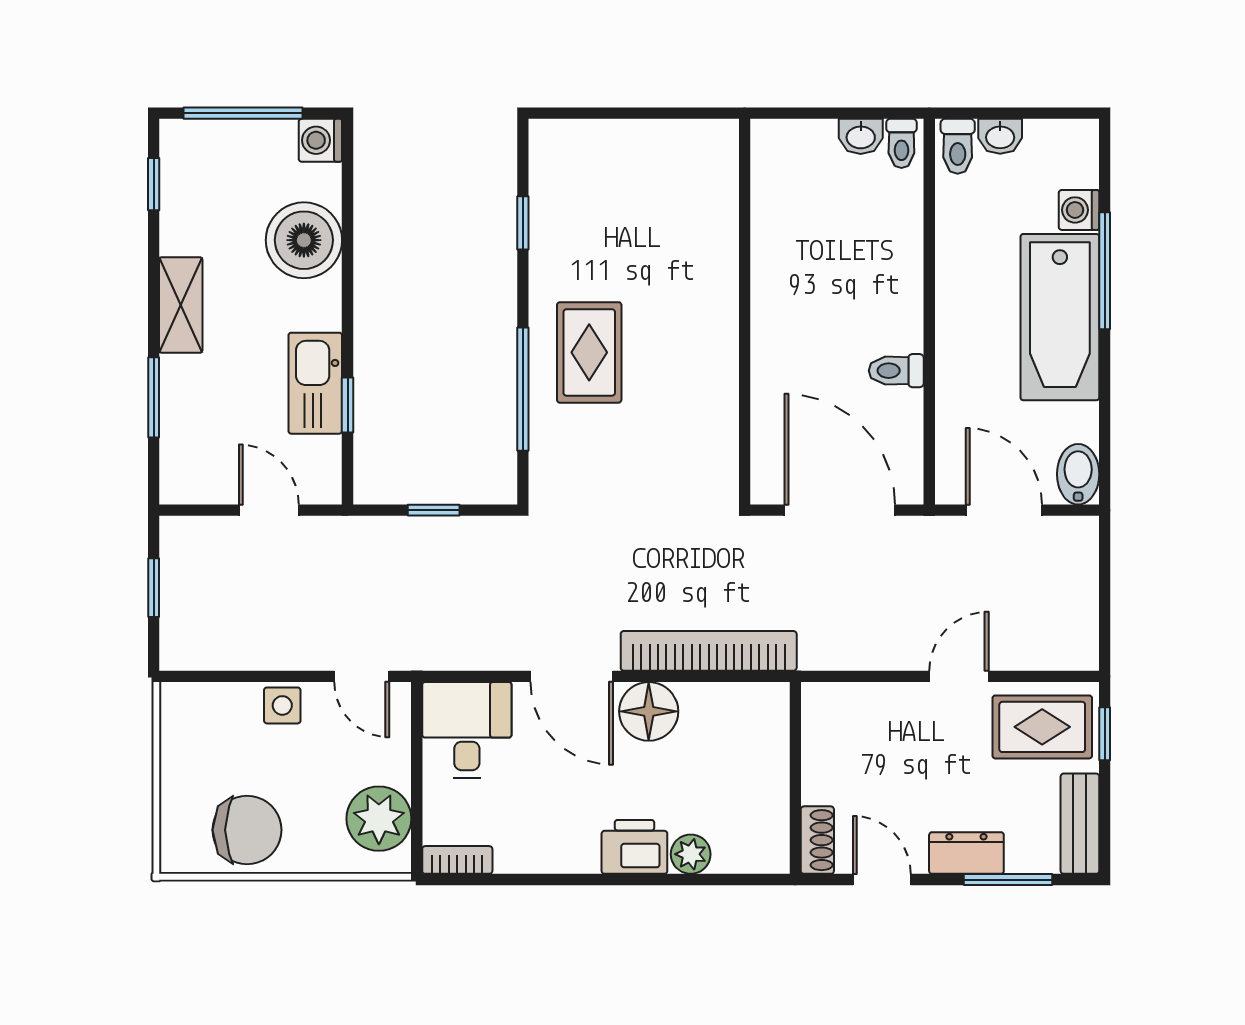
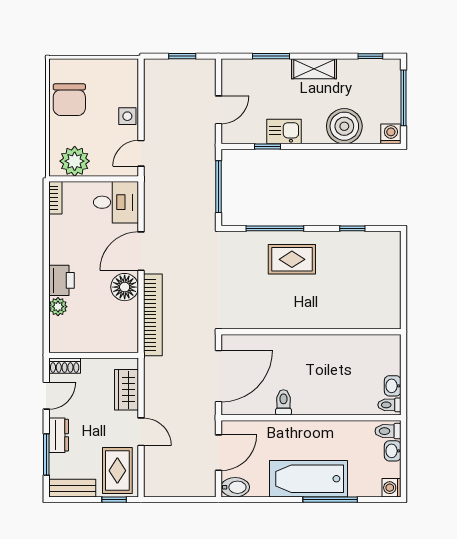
washing machine: (1079, 210) -> (392, 488), moved, turned -90
kitchen sink: (315, 383) -> (284, 132), width x0.73
window: (434, 510) -> (218, 187), width x2.17
wardrobe: (869, 707) -> (127, 390), added

